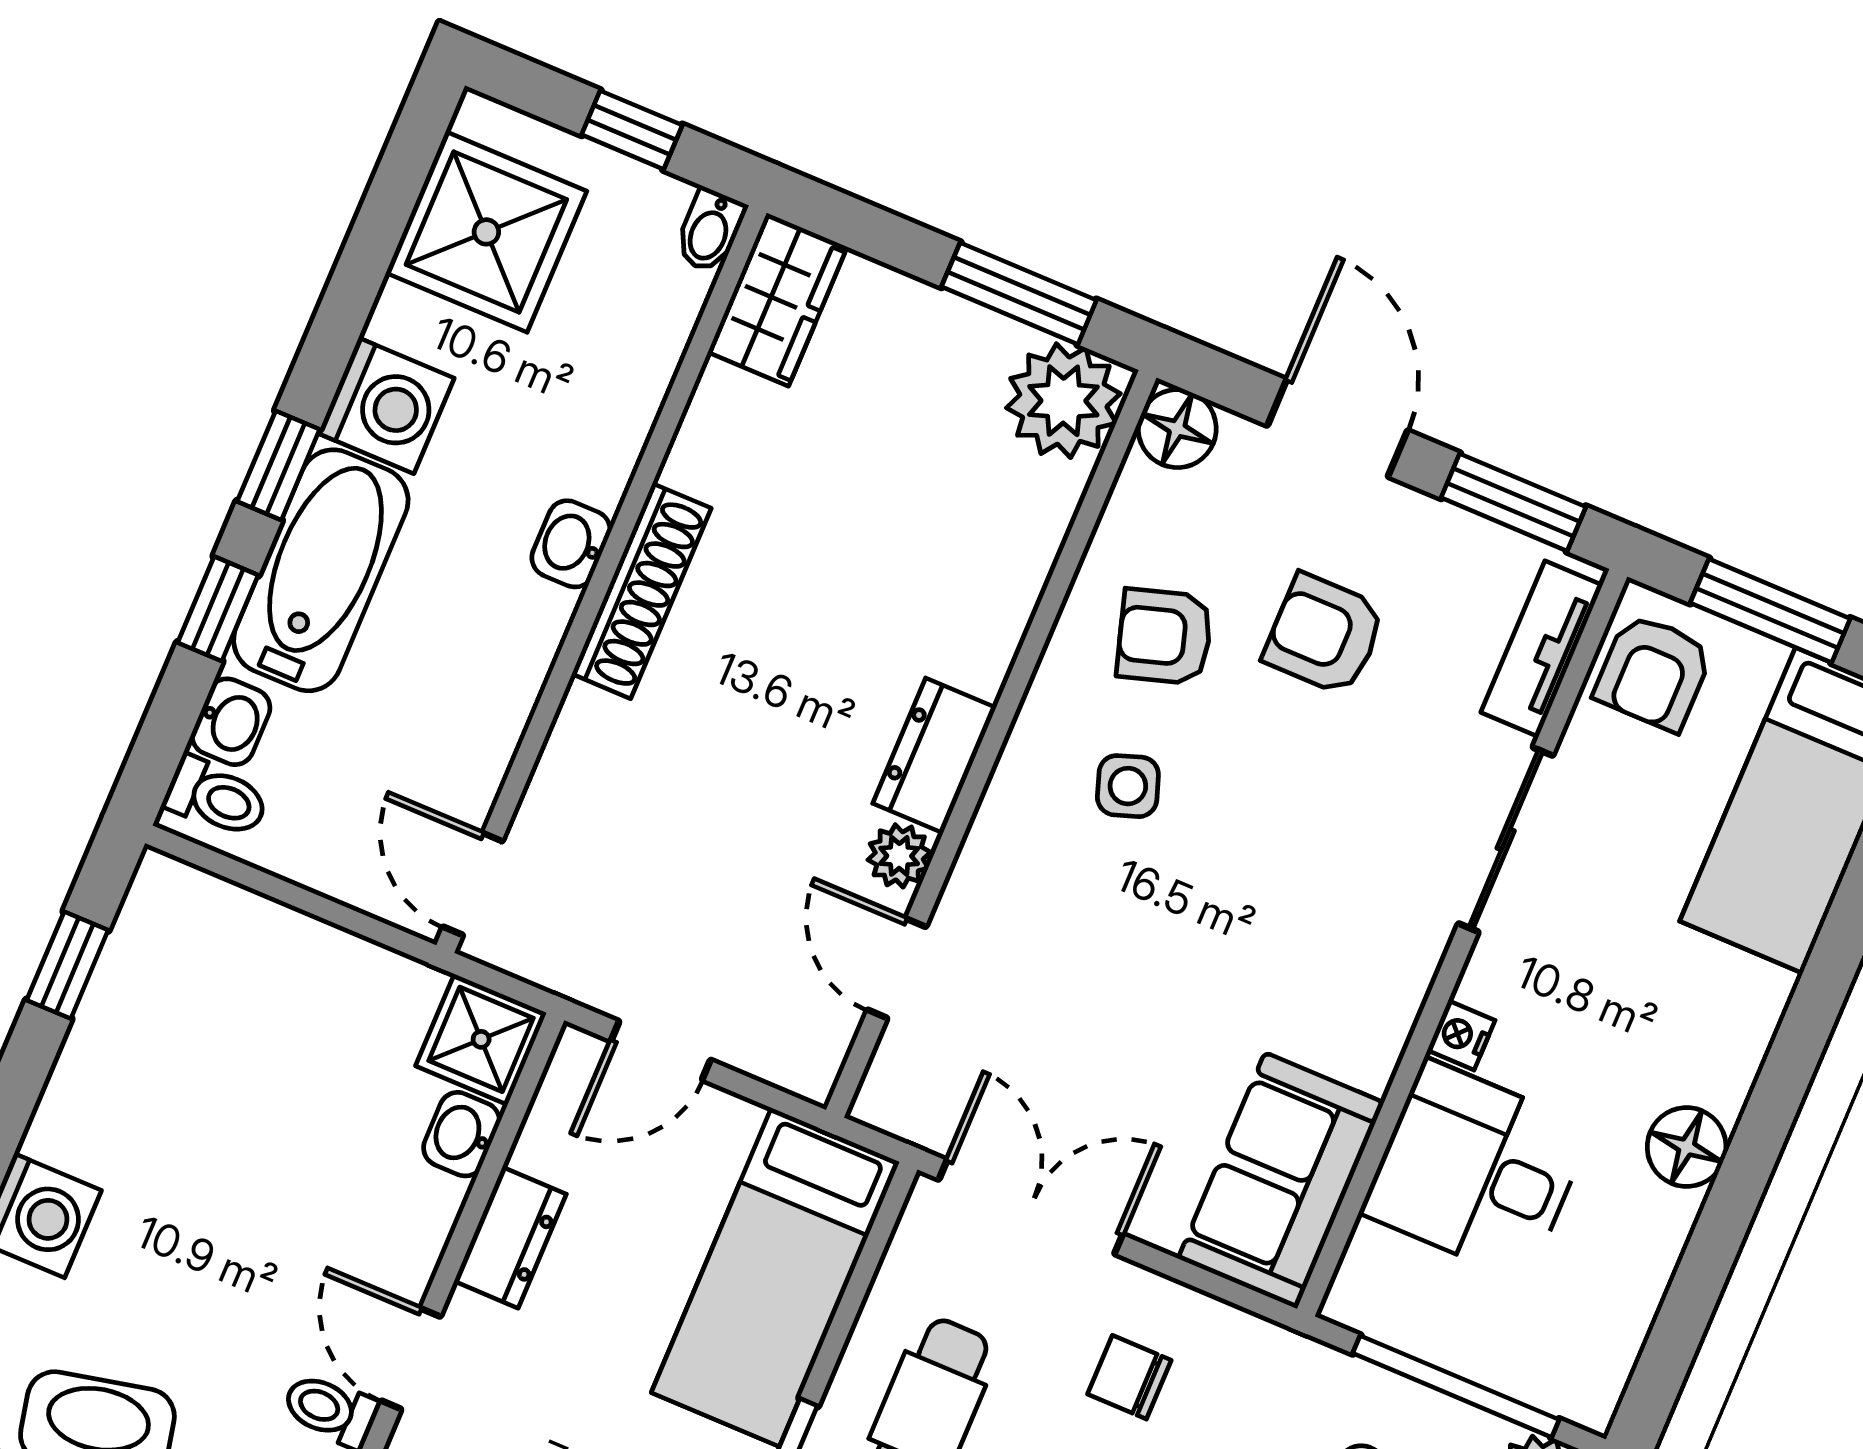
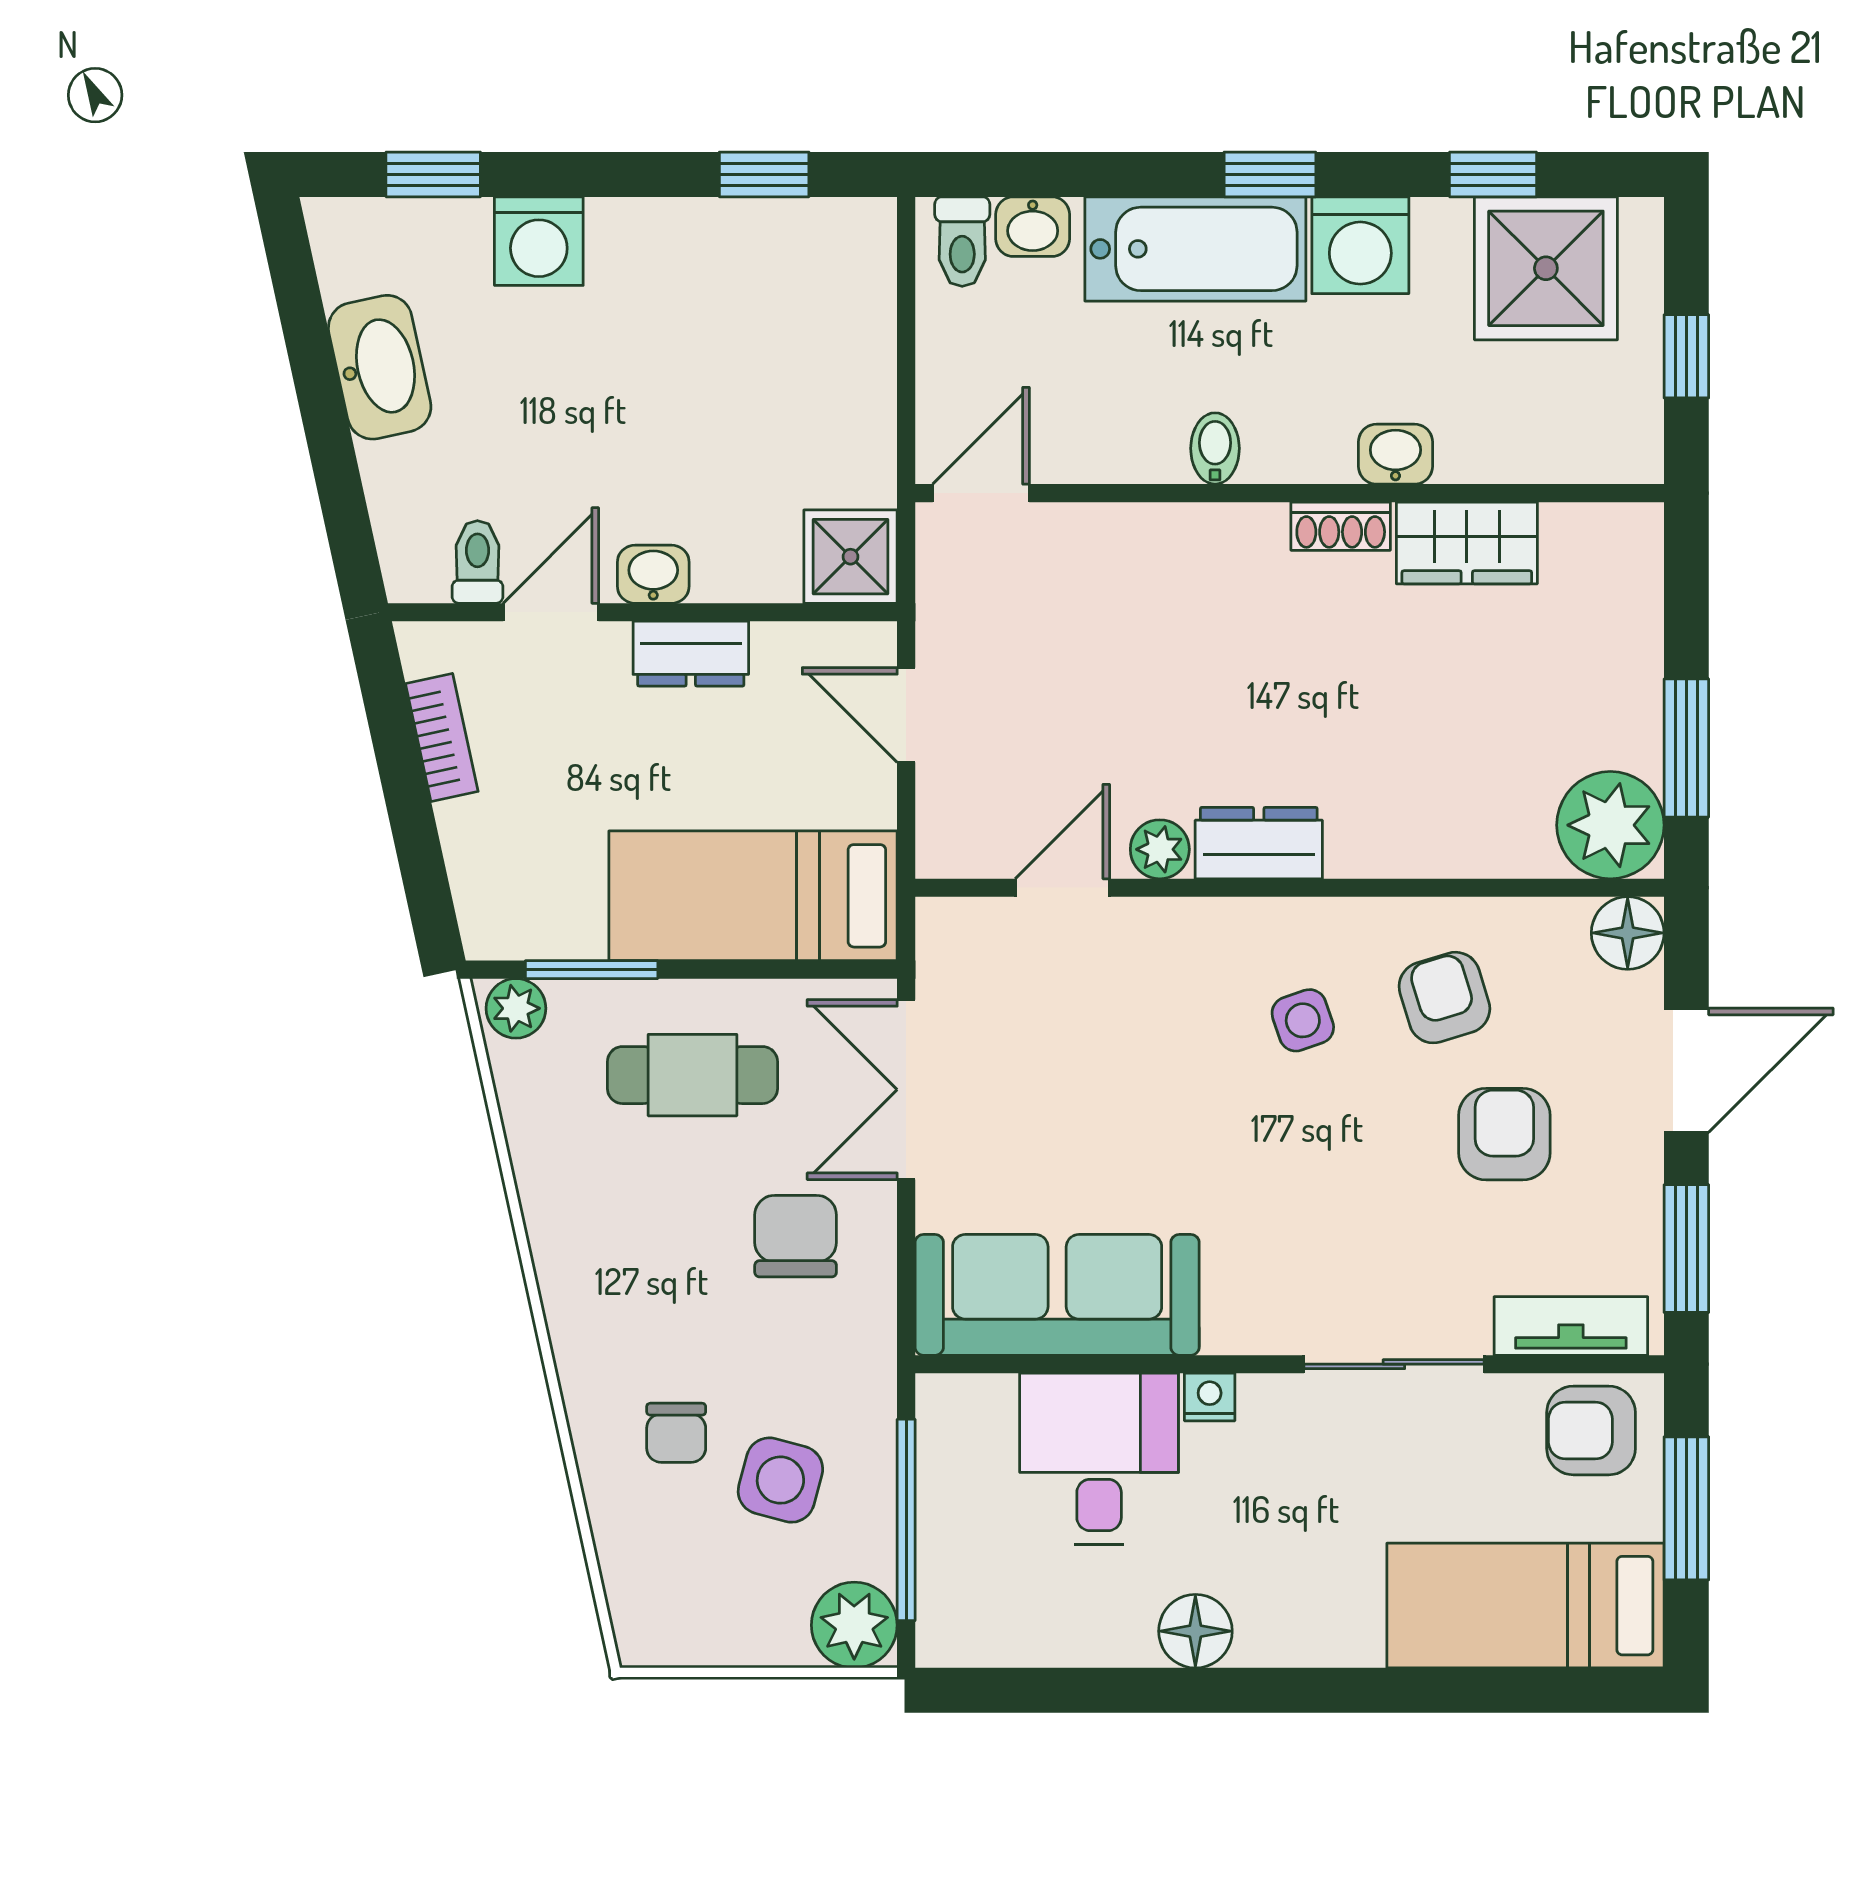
bidet: (710, 231) -> (1215, 448), moved, turned 90
wardrobe: (778, 300) -> (1467, 543), moved
washbasin: (571, 544) -> (1395, 454), moved
shoe rack: (642, 591) -> (1341, 526), width x0.51, depth x0.81
window: (218, 609) -> (1493, 174), moved
washbasin: (461, 1134) -> (653, 574), moved
sofa: (1281, 1181) -> (1057, 1295), width x1.36
double door: (1031, 1207) -> (906, 1090), swing flipped
chair: (1129, 1377) -> (796, 1236), width x1.37, depth x1.37

